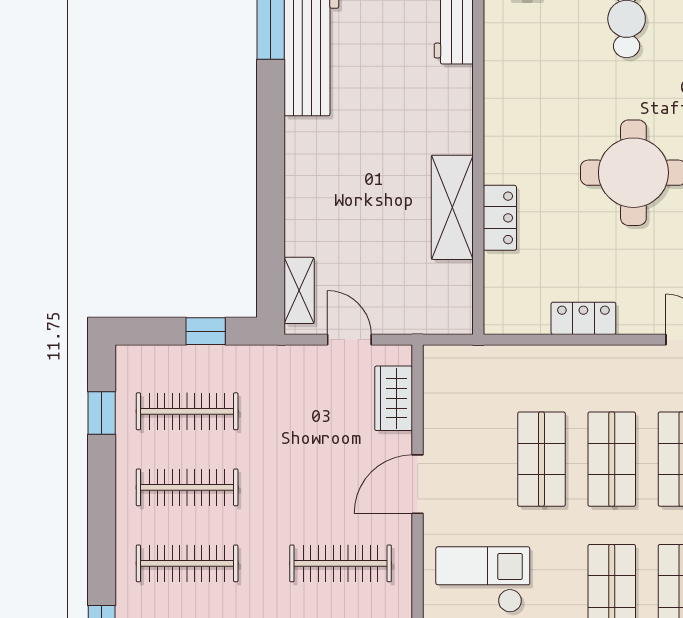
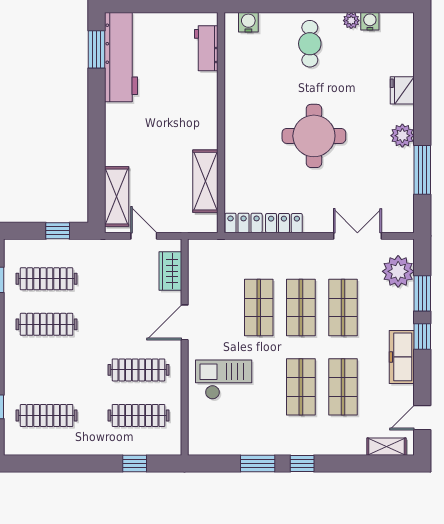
shelving: (452, 207) -> (205, 181), moved
locker: (500, 218) -> (244, 223), moved, turned -90
shelving: (299, 290) -> (117, 196), width x1.50, depth x1.33
clothes rail: (187, 563) -> (47, 370), removed

